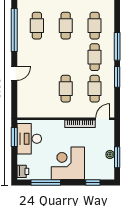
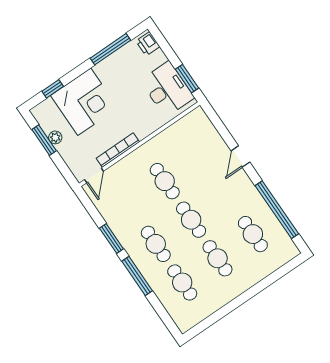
cafe table: (95, 89) -> (191, 220), moved
corner desk: (68, 163) -> (84, 102), moved

